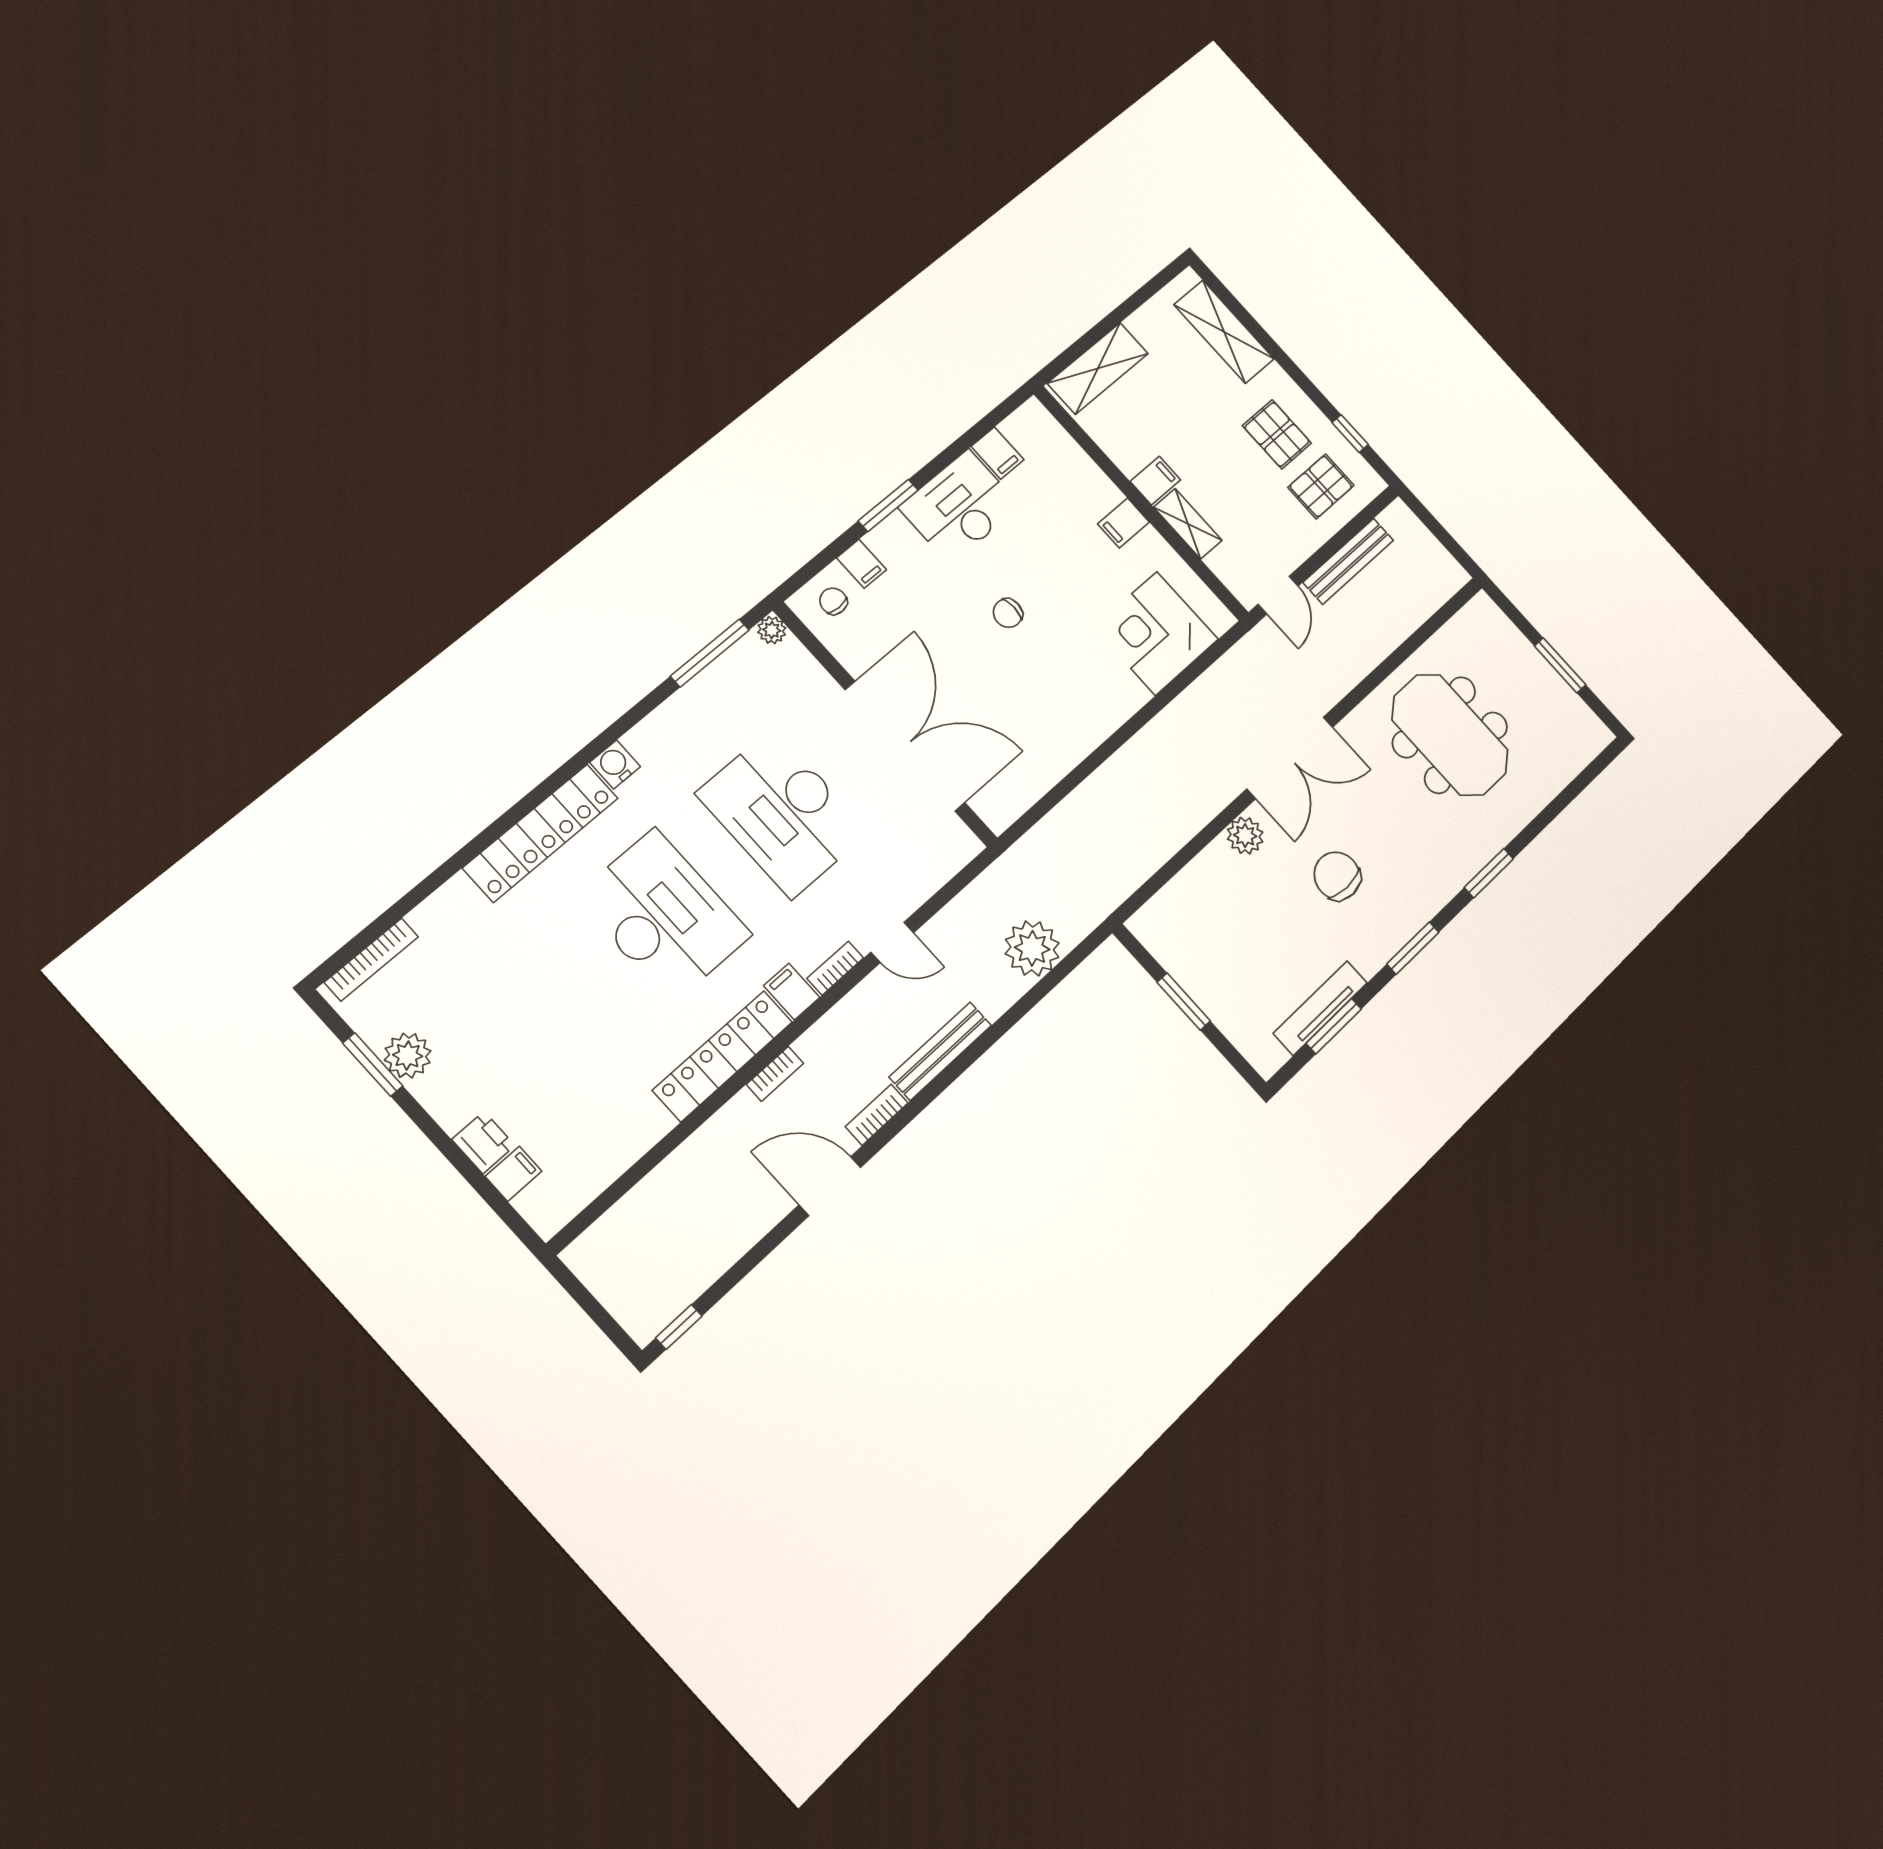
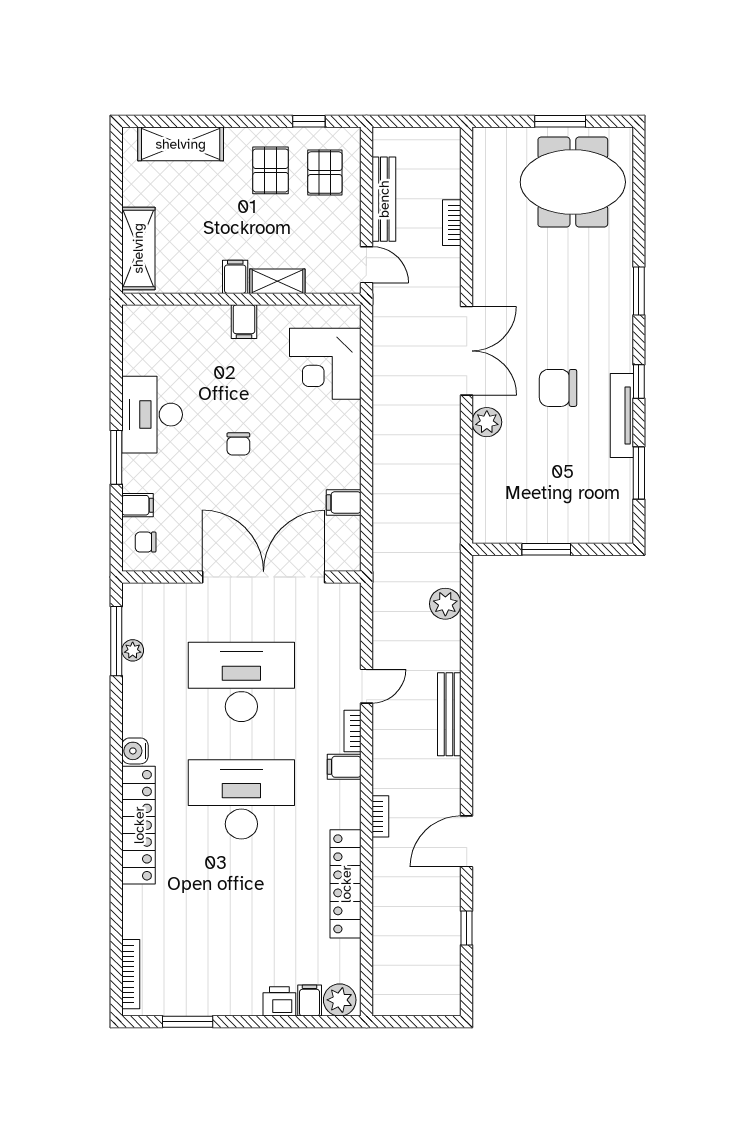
pallet: (1277, 434) -> (271, 170), turned 90
filing cabinet: (998, 453) -> (344, 503), moved, turned 180
plant: (772, 630) -> (133, 650), moved
meeting table: (1450, 735) -> (573, 182), moved
desk: (782, 813) -> (241, 682), turned 180
plant: (1032, 948) -> (445, 604), width x0.73, depth x0.73
window: (1413, 948) -> (639, 382), width x0.67
tv unit: (1320, 1008) -> (622, 416), moved
plant: (408, 1056) -> (340, 1000), moved
locker: (723, 1056) -> (346, 884), moved
bookcase: (877, 1115) -> (452, 223), moved
window: (679, 1327) -> (467, 928), moved

